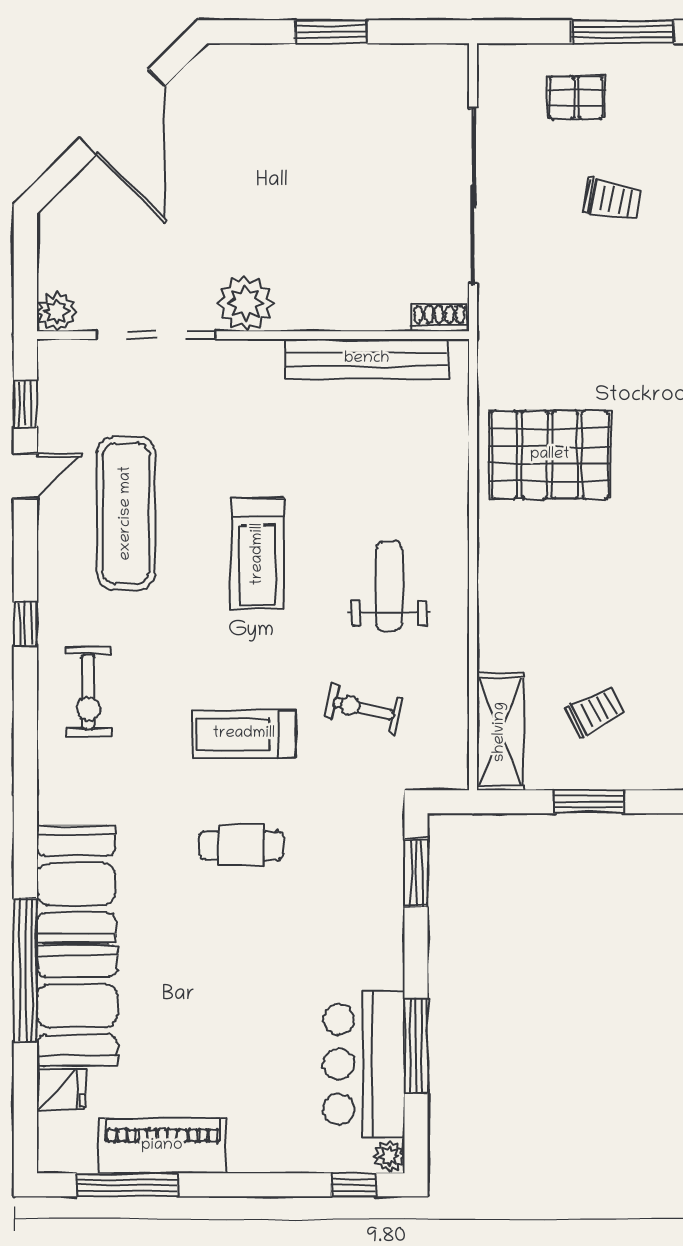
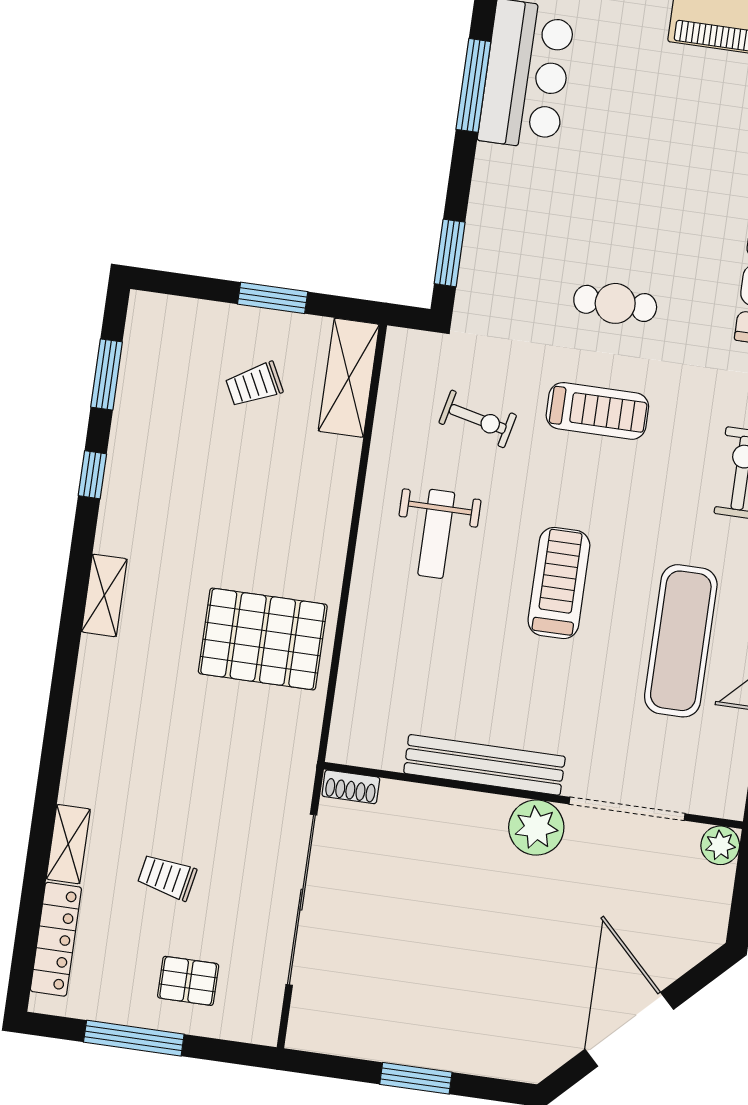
bench: (367, 359) -> (484, 765), moved

